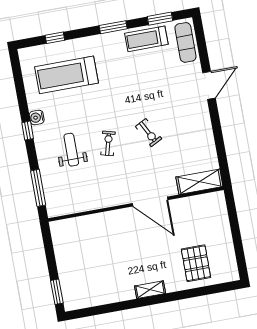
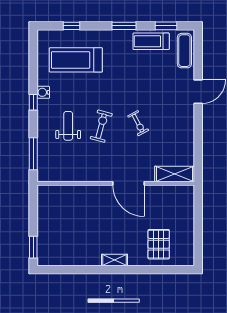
exercise bike: (108, 143) -> (101, 126), width x1.38, depth x1.39

